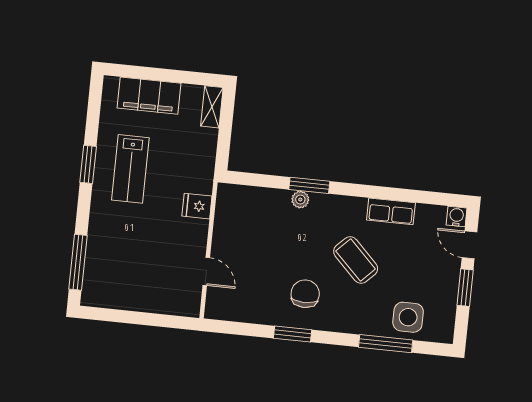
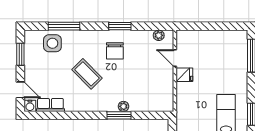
fridge: (197, 206) -> (184, 75), moved
row of seats: (391, 211) -> (50, 105), moved
window: (465, 288) -> (20, 54), moved
plant: (229, 312) -> (159, 35), added

